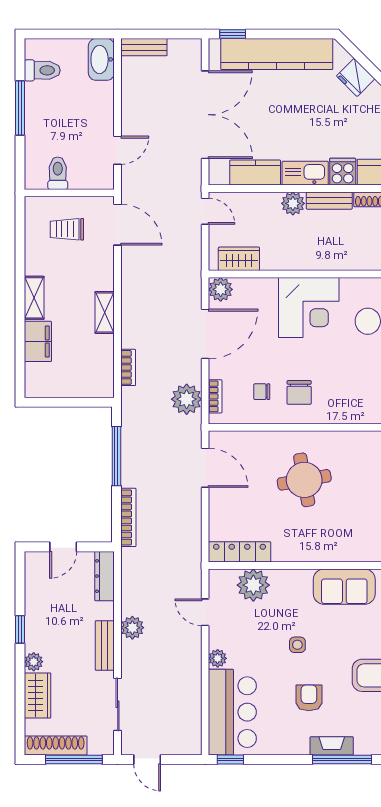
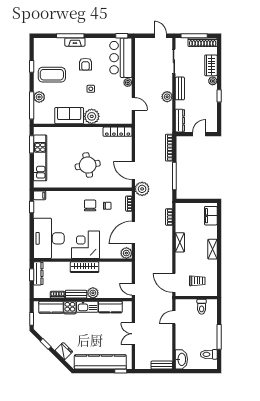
double door: (205, 115) -> (133, 334), width x0.54
wardrobe: (239, 259) -> (85, 267), moved, width x1.50
filing cabinet: (38, 341) -> (211, 216), moved
plant: (187, 399) -> (142, 189), moved
plant: (253, 585) -> (92, 116), moved

